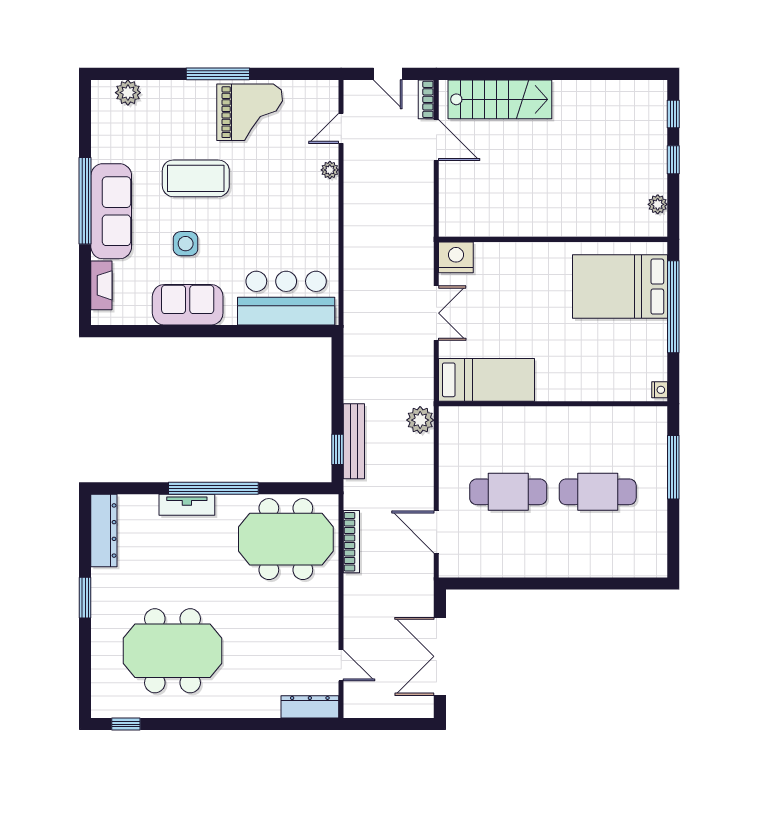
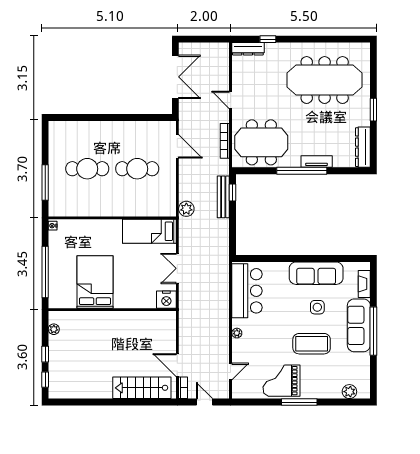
plant: (330, 170) -> (237, 333), moved
bed: (620, 287) -> (95, 282), moved, turned -90
bar counter: (286, 298) -> (247, 291), moved, turned -90
sofa: (188, 305) -> (316, 273), width x1.36
meeting table: (173, 651) -> (325, 80), width x1.36
door: (341, 665) -> (231, 100), moved
window: (126, 724) -> (268, 39), moved

